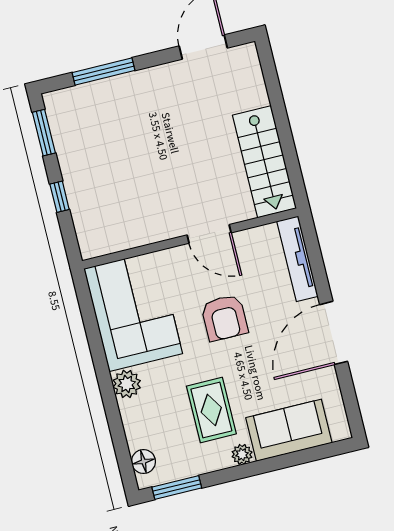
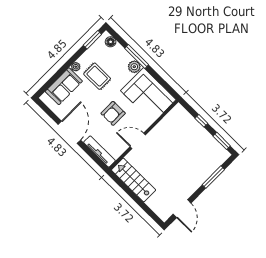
armchair: (224, 318) -> (113, 113), turned -90
window: (110, 401) -> (137, 56), added

